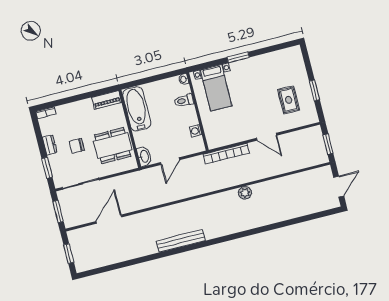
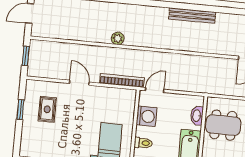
washing machine: (196, 131) -> (146, 116), width x1.89, depth x1.89
washbasin: (144, 156) -> (197, 116), moved
door: (170, 161) -> (155, 90), moved

